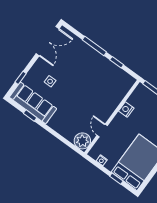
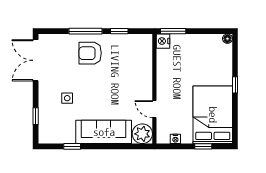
double door: (48, 41) -> (36, 60), swing flipped
armchair: (87, 63) -> (90, 53), added
sofa: (33, 103) -> (104, 132), moved
nightstand: (126, 110) -> (163, 41), moved

